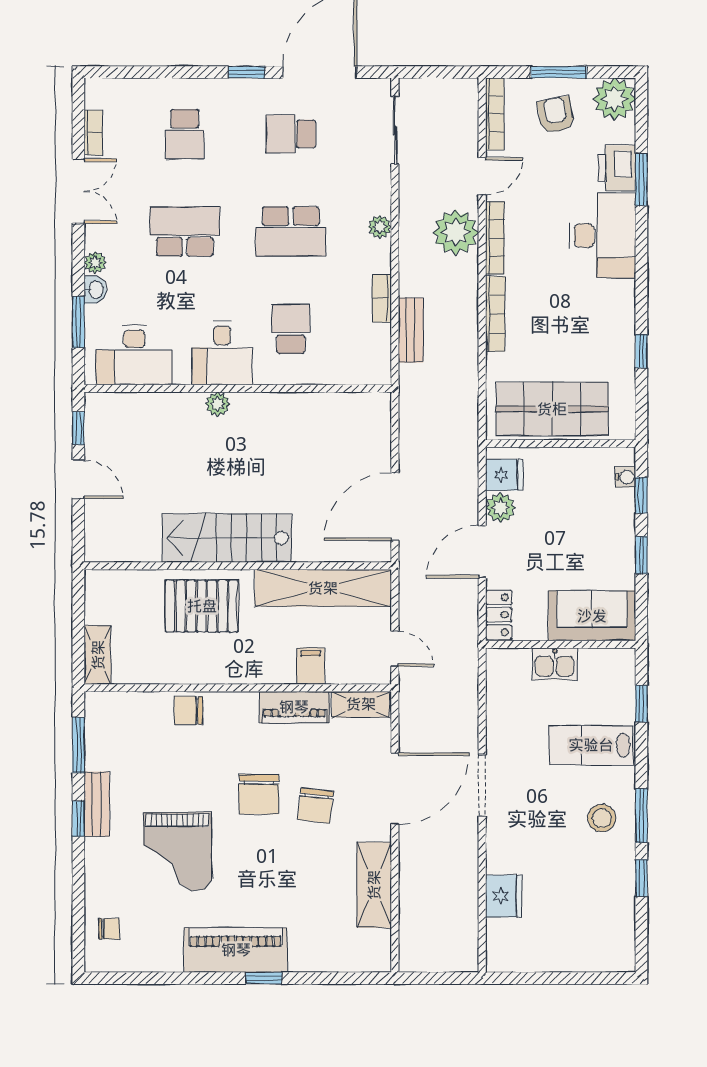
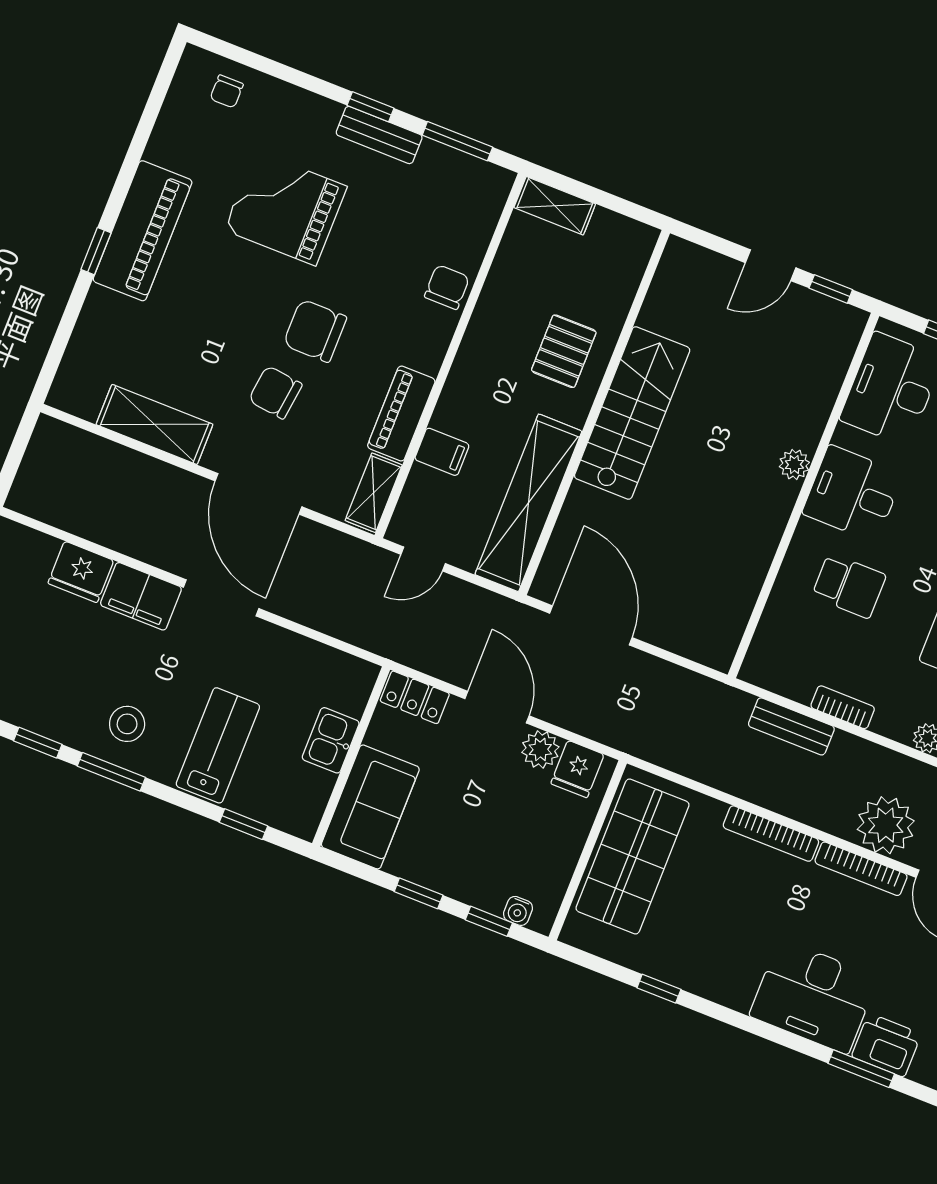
pallet: (202, 606) -> (564, 351), width x0.67, depth x0.71
filing cabinet: (504, 845) -> (141, 596), added

